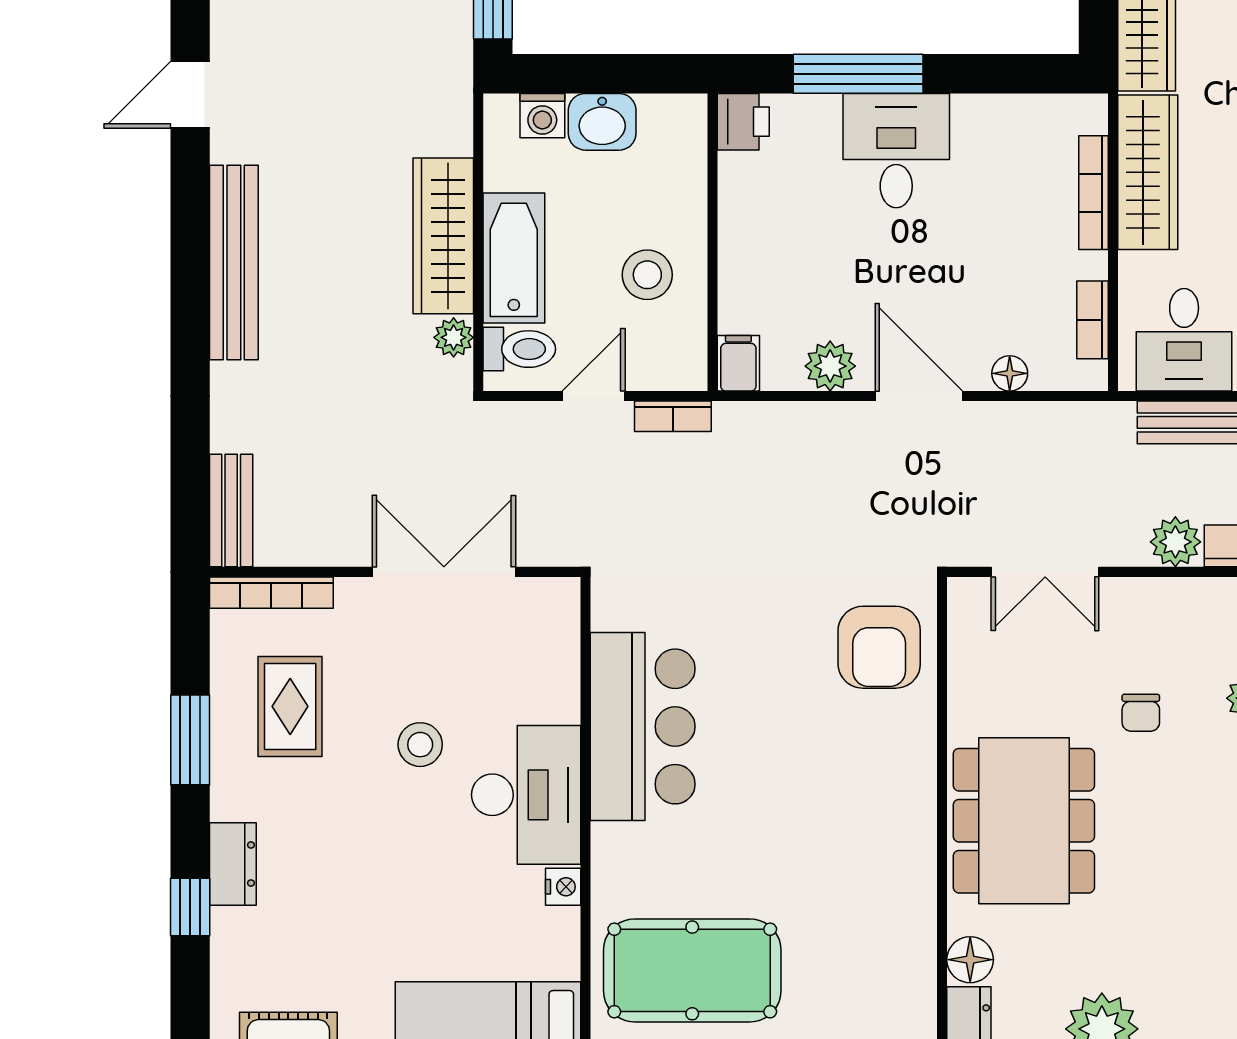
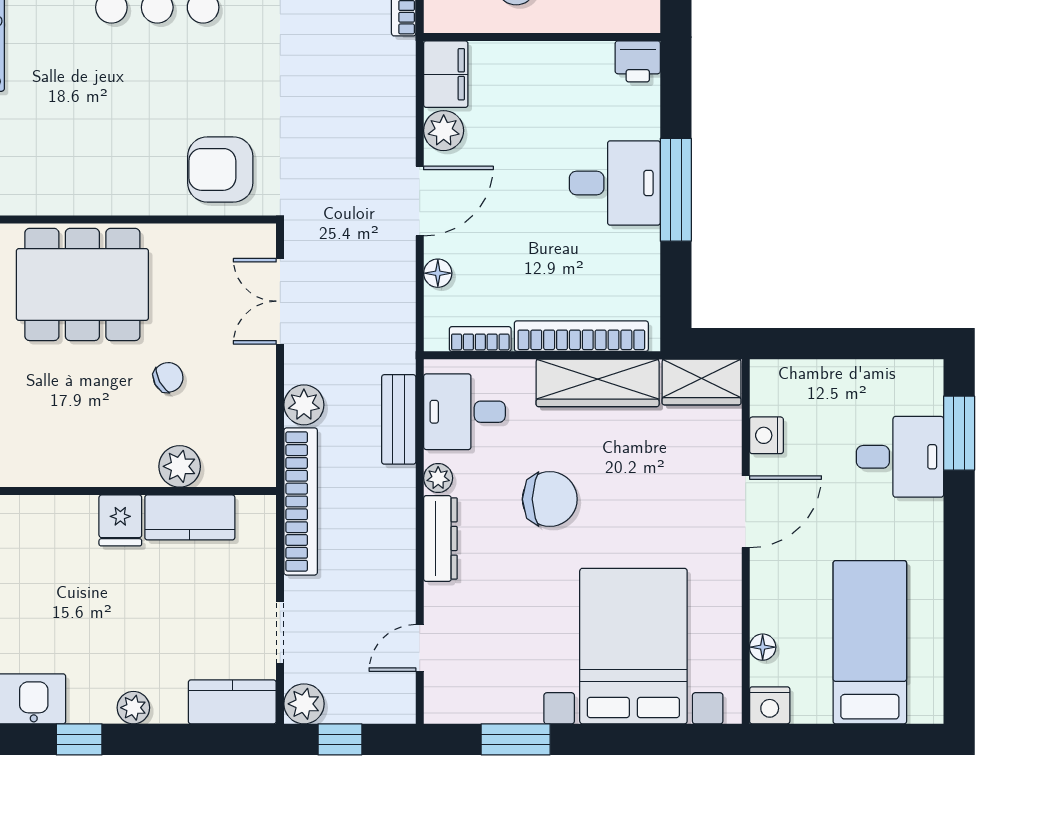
window: (858, 74) -> (676, 190), moved
bookcase: (1094, 193) -> (581, 336), width x1.48, depth x1.31
filing cabinet: (738, 363) -> (446, 74), width x2.00
chair: (1141, 713) -> (168, 377), turned 152

